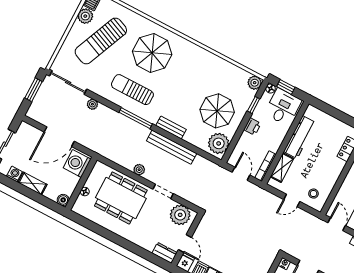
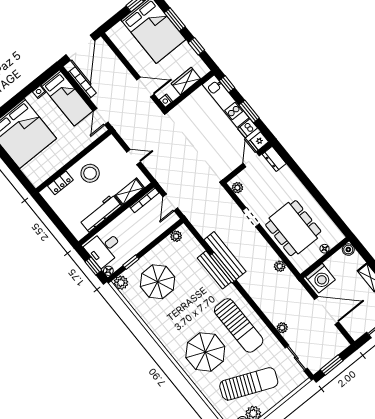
sliding door: (68, 82) -> (296, 358), width x0.73
sun lounger: (132, 90) -> (239, 325), width x1.36, depth x1.34
parasol: (217, 111) -> (157, 282), moved
window: (136, 118) -> (223, 268), moved
printer: (252, 127) -> (141, 242), removed
bench: (171, 128) -> (214, 270), width x1.36
plant: (219, 143) -> (176, 236), width x0.53, depth x0.53
plant: (139, 170) -> (280, 266), moved
stool: (313, 194) -> (90, 173), moved, width x1.89, depth x1.89
plant: (180, 215) -> (237, 188), width x0.53, depth x0.53

